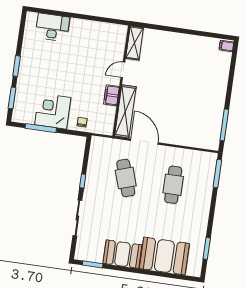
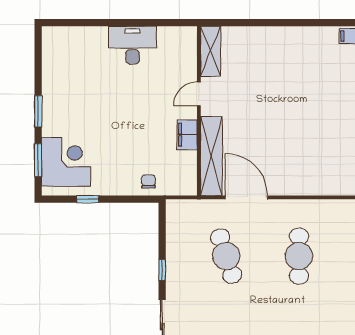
desk: (52, 27) -> (133, 45), moved
corner desk: (53, 111) -> (66, 162), moved, turned 90
window: (41, 128) -> (88, 199), width x0.46

